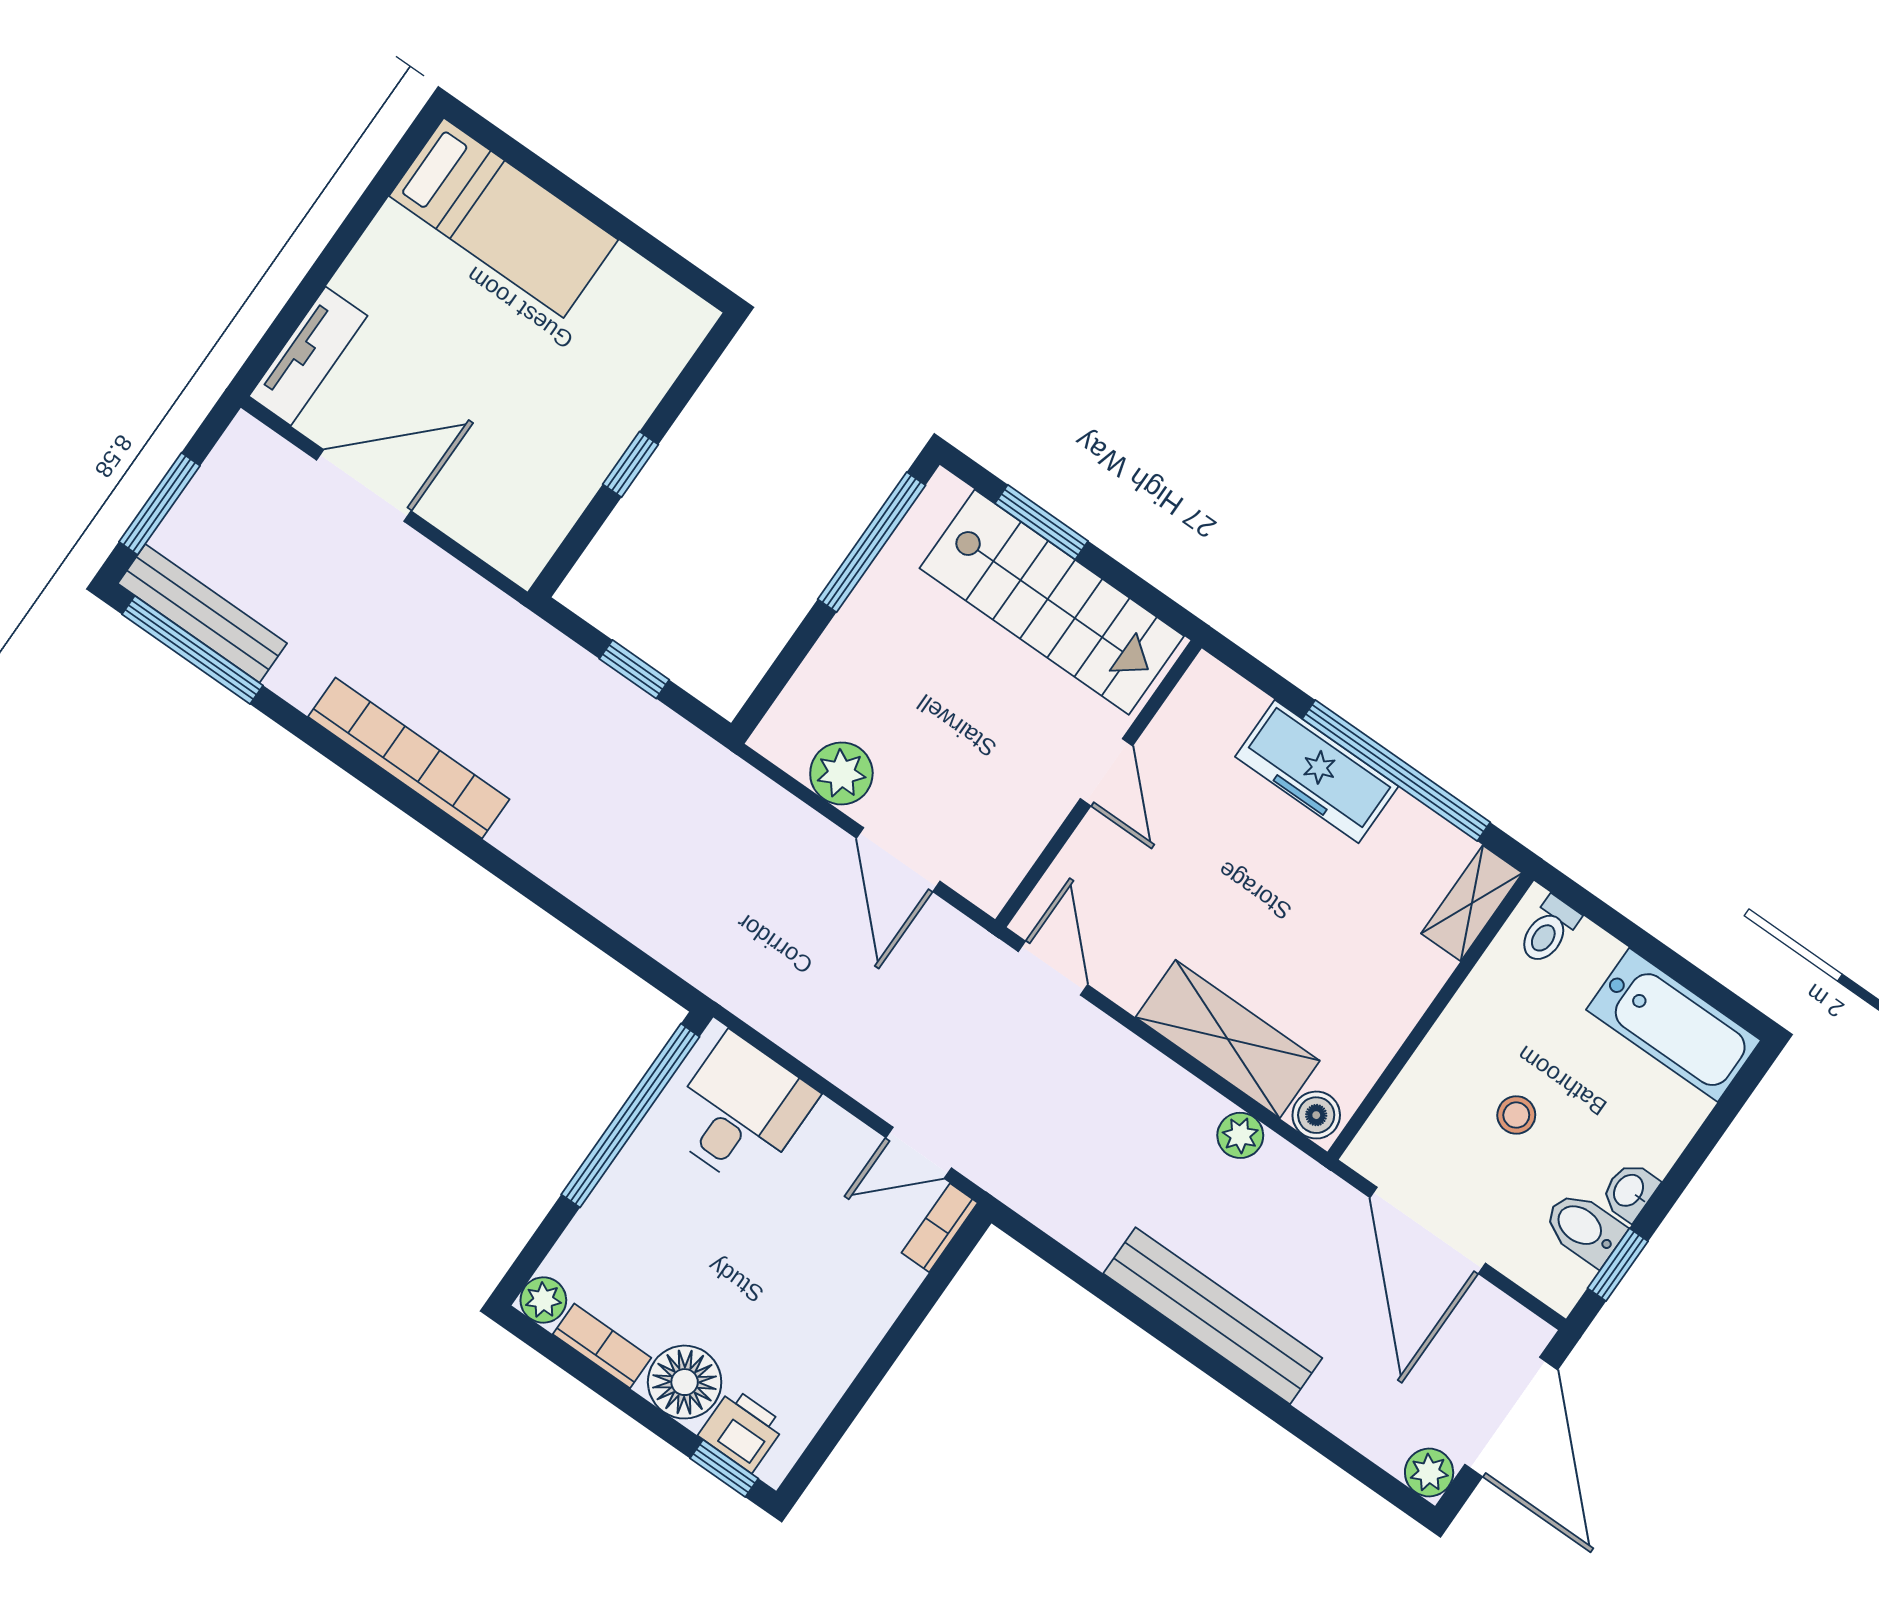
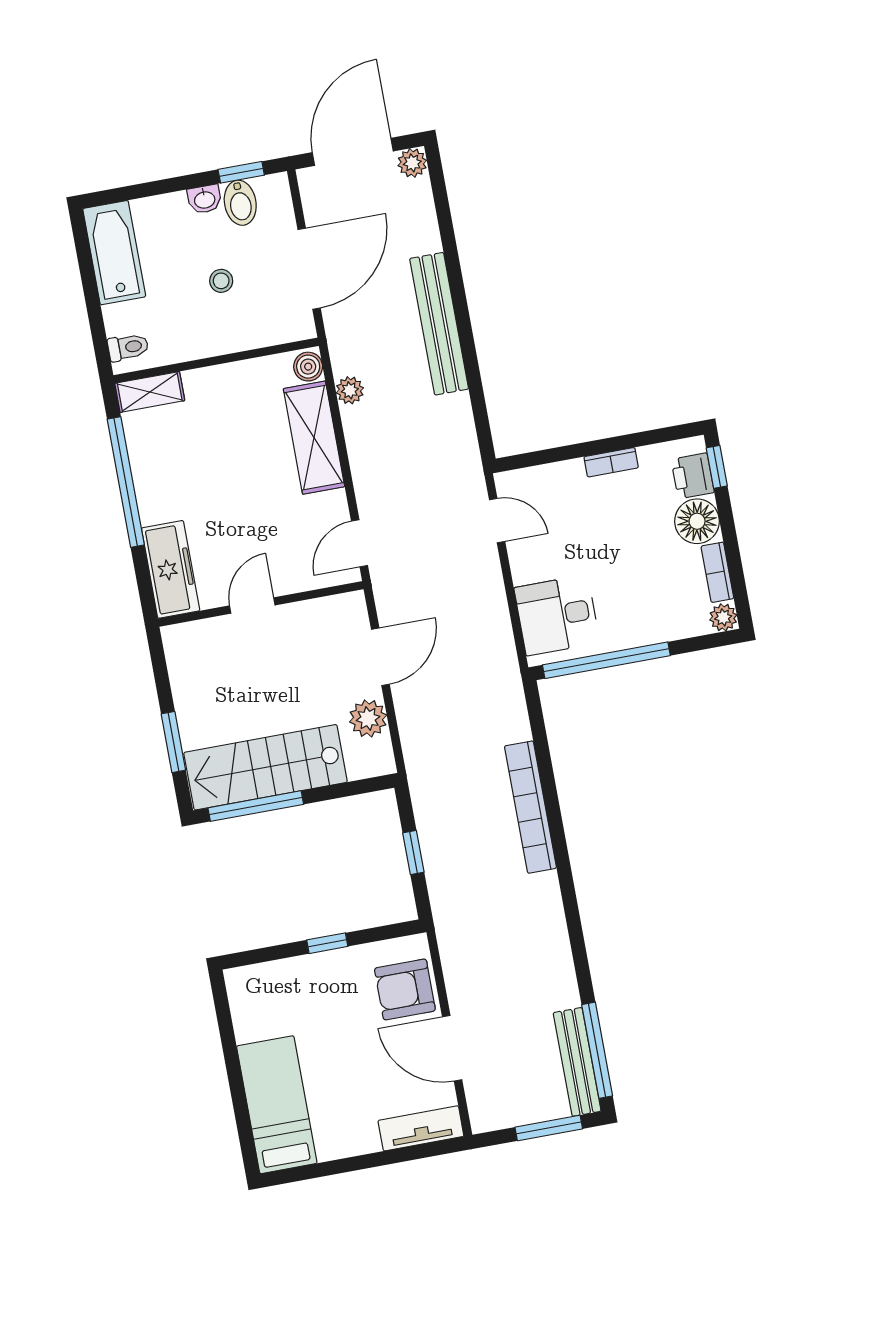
armchair: (487, 500) -> (405, 989), added
stairs: (1052, 602) -> (265, 767), moved, turned -90
bookcase: (409, 758) -> (530, 807), moved
freezer: (1317, 771) -> (171, 569), moved
bookcase: (940, 1228) -> (611, 462), moved

